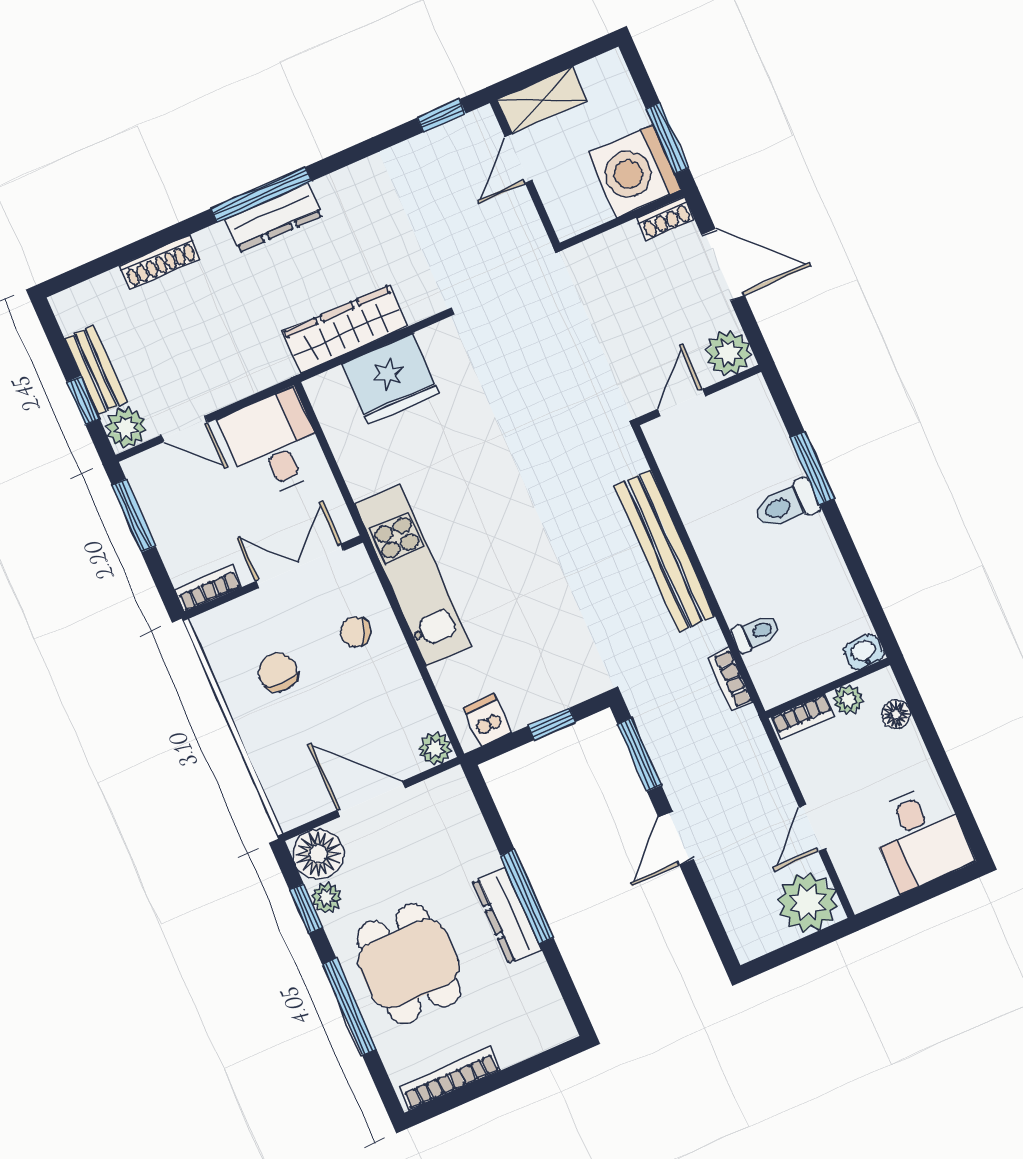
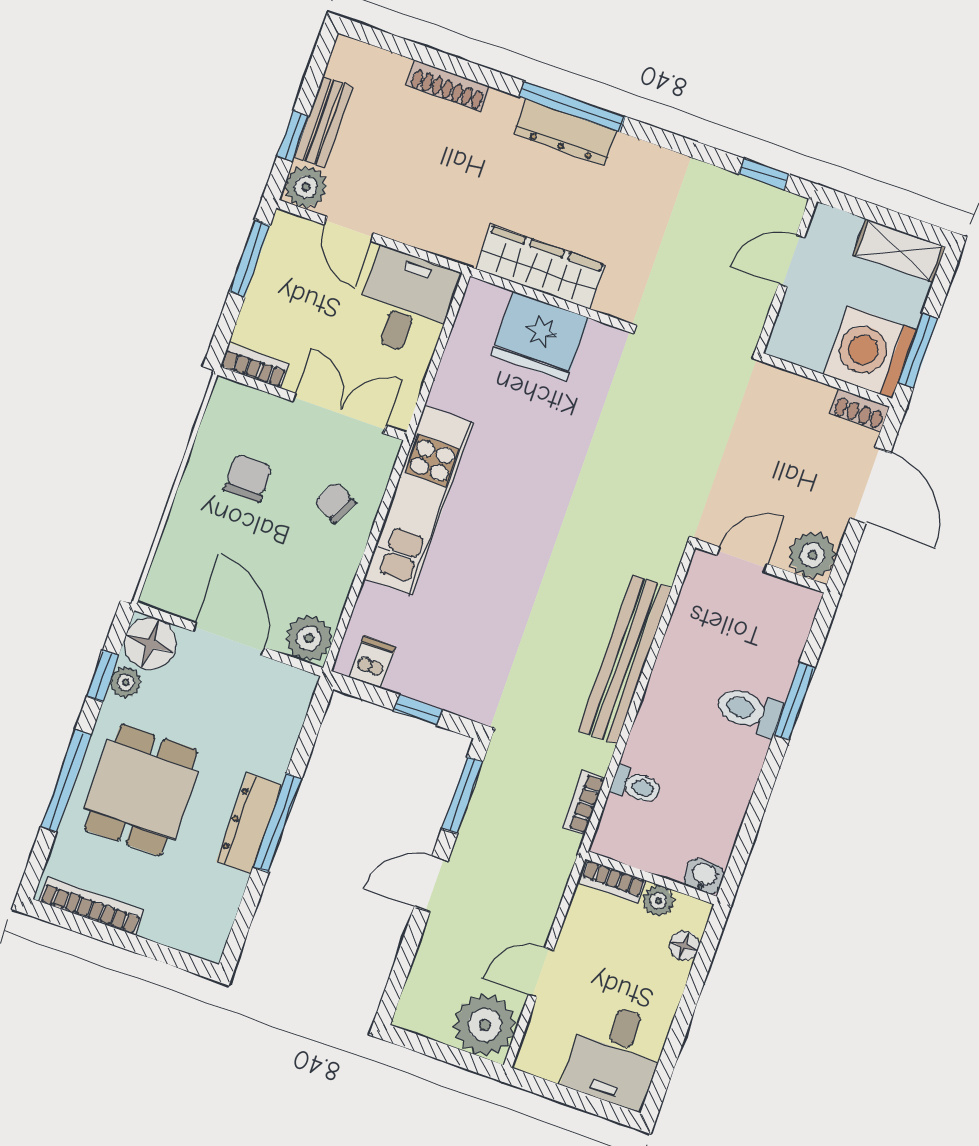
shelving: (542, 100) -> (900, 251), moved
plant: (435, 748) -> (309, 638), width x1.38, depth x1.38

